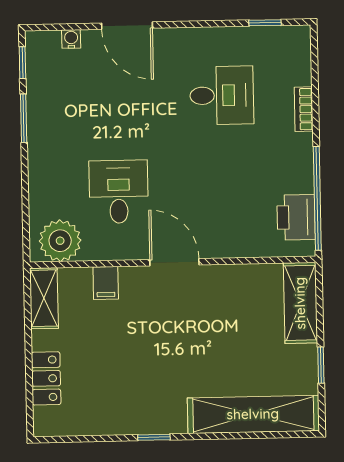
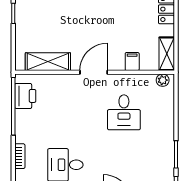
plant: (60, 241) -> (163, 80), width x0.53, depth x0.53
door: (174, 262) -> (94, 72), swing flipped
shelving: (300, 303) -> (48, 62), moved, turned 90

